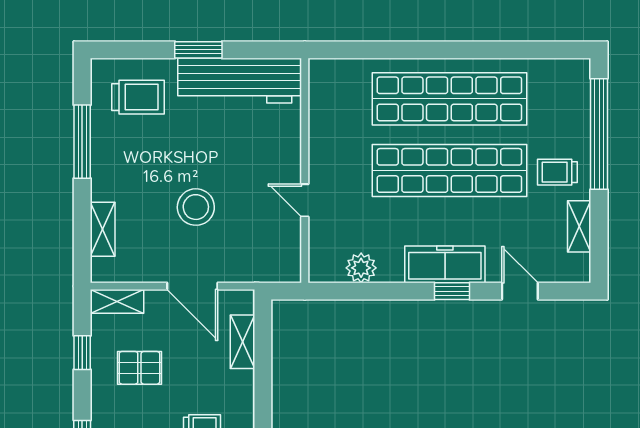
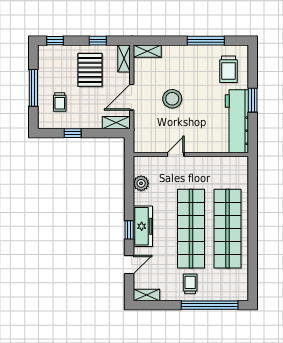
shelving: (579, 226) -> (147, 295), moved
shelving: (103, 229) -> (147, 51), moved
shelving: (243, 342) -> (116, 123), moved
pallet: (139, 368) -> (90, 70), width x1.50, depth x1.42
window: (263, 402) -> (73, 133), added

